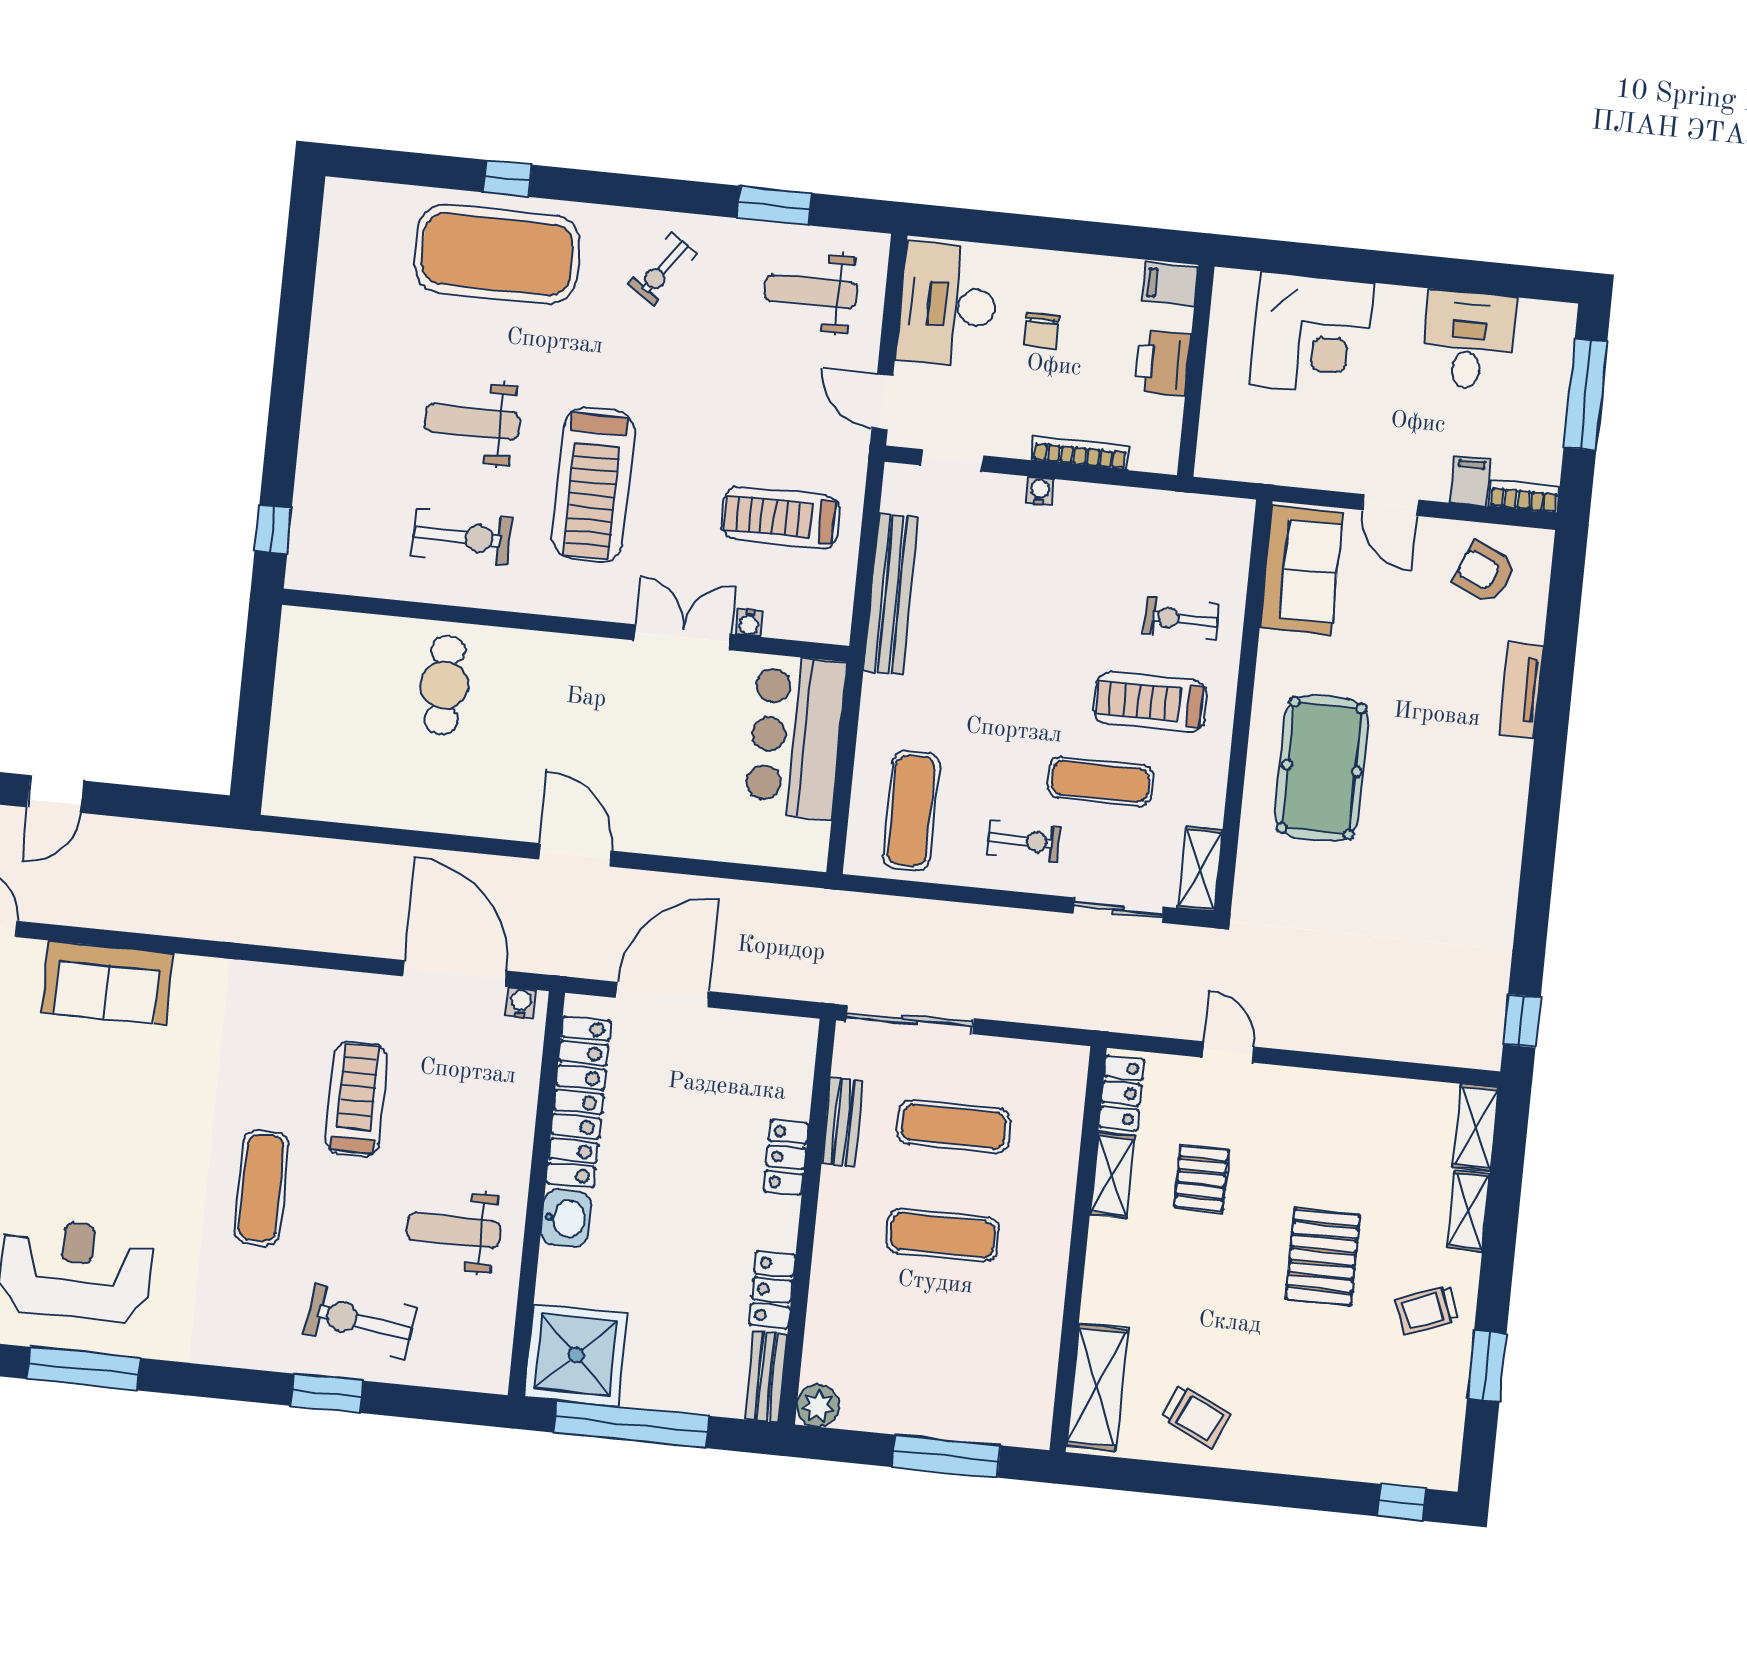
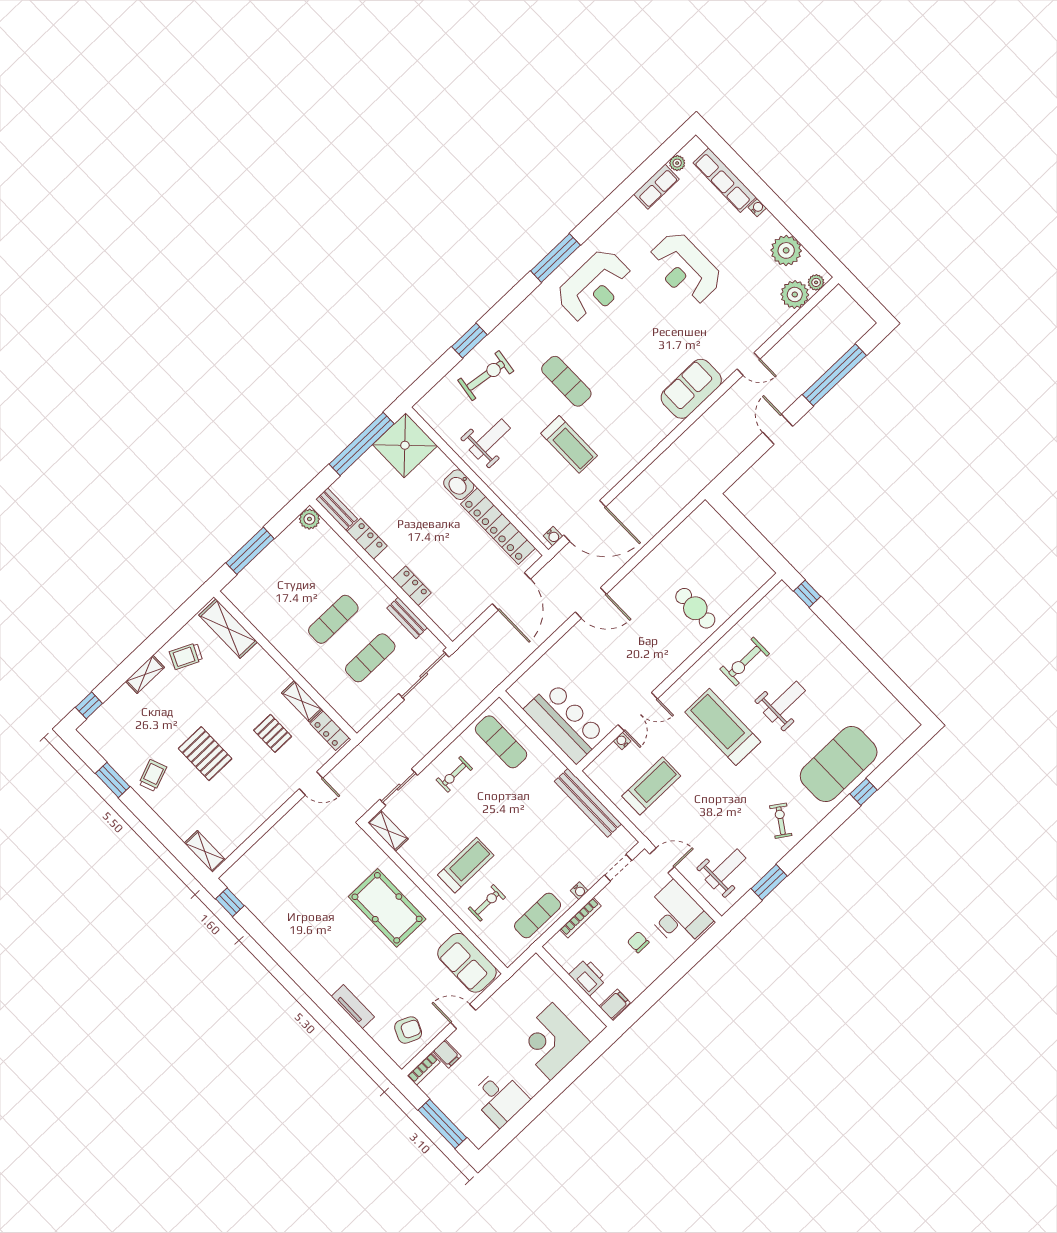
exercise mat: (1100, 781) -> (538, 915), moved
shelving: (1469, 1211) -> (145, 674), moved, turned 90

